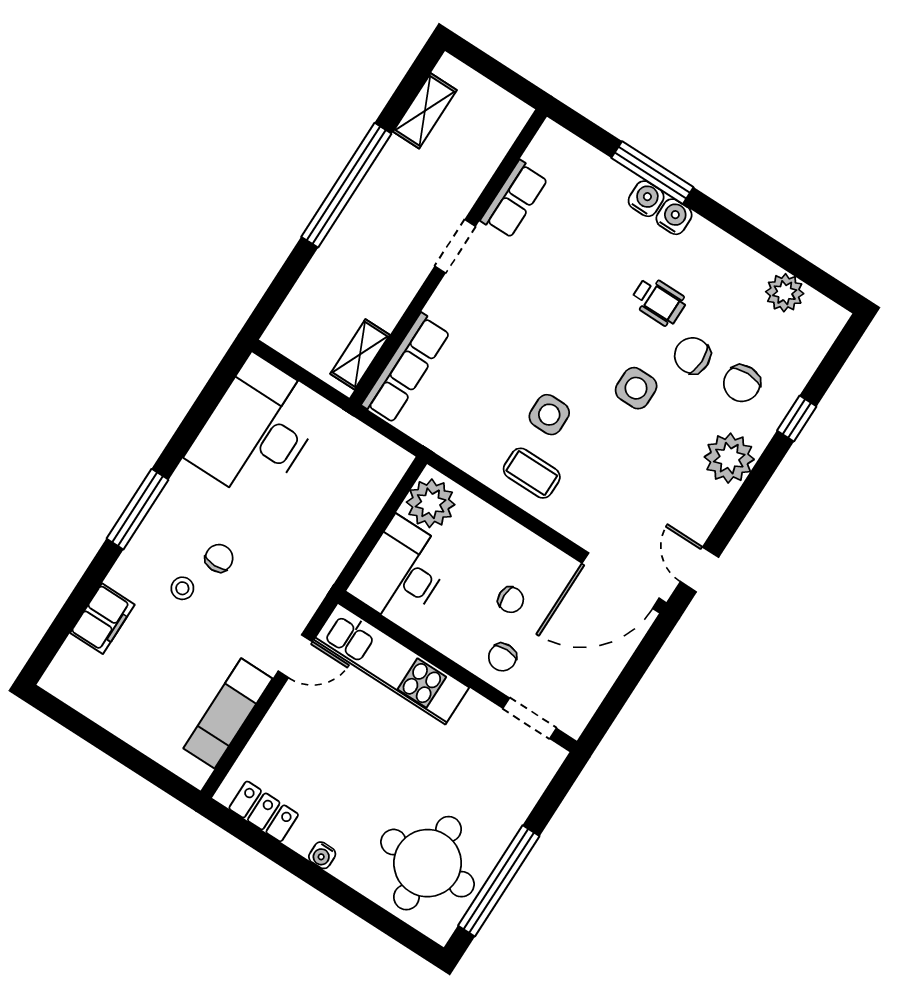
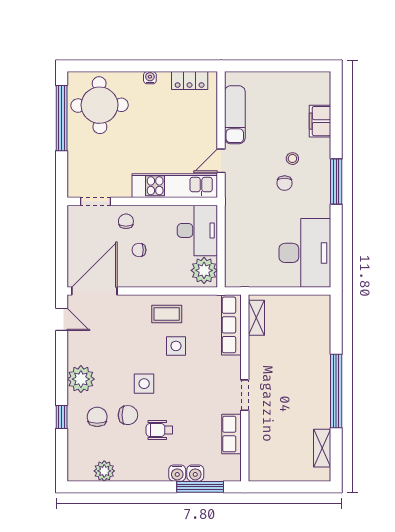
row of seats: (514, 199) -> (232, 434), moved
doorway: (455, 246) -> (245, 395), moved
wall: (448, 257) -> (245, 388), moved
shelving: (360, 354) -> (256, 318), moved
row of seats: (406, 368) -> (231, 325), moved

